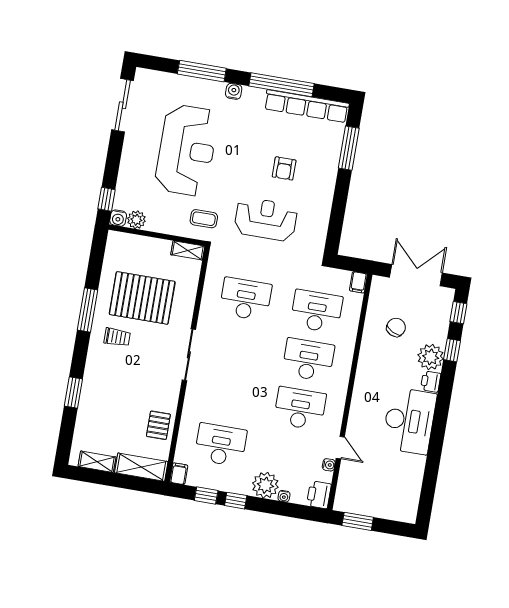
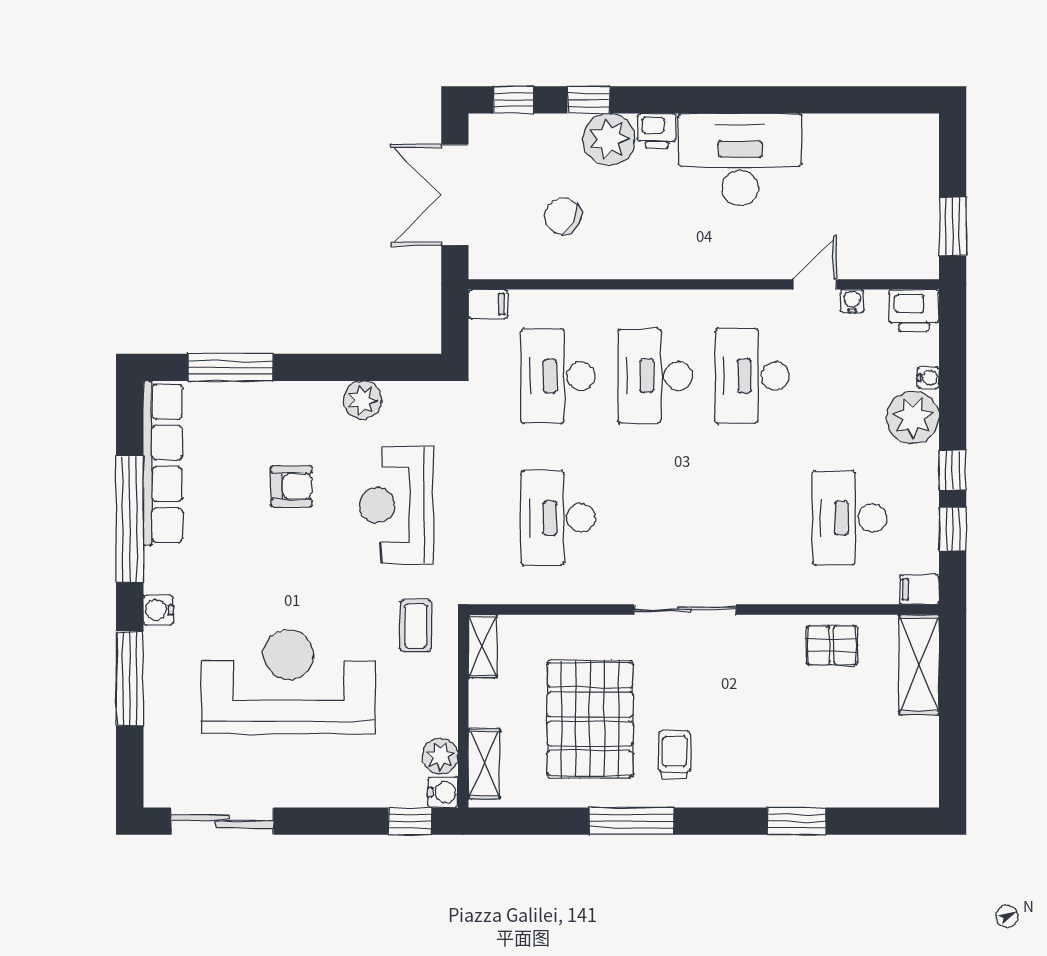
plant: (321, 211) -> (363, 400), added
shelving: (97, 462) -> (484, 764), moved

